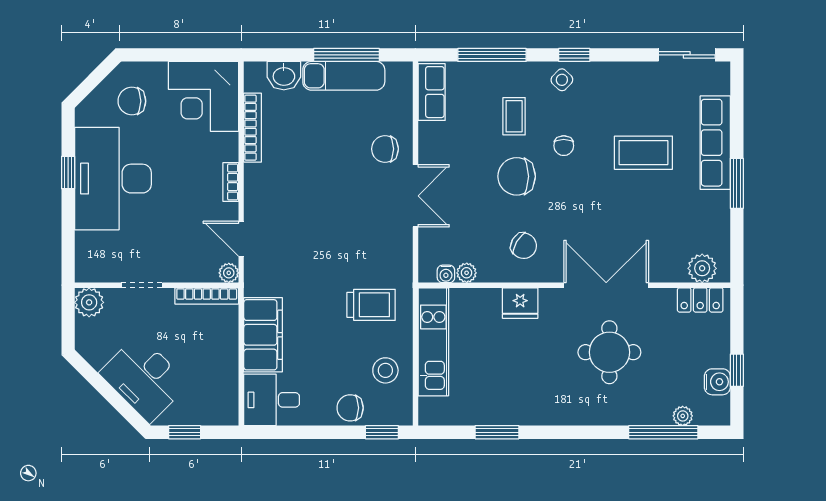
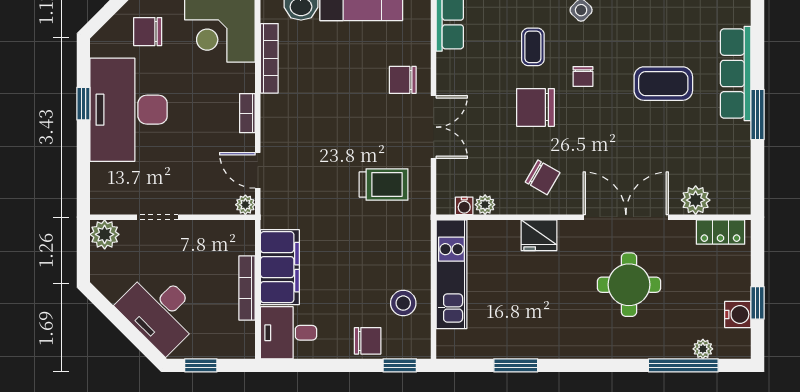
plant: (702, 268) -> (696, 200), moved
bookcase: (207, 296) -> (247, 288), moved, turned 90
trolley: (371, 305) -> (384, 185), moved
chair: (350, 408) -> (368, 341), turned 180

